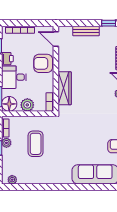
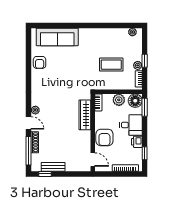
bench: (86, 31) -> (53, 167), moved
armchair: (43, 63) -> (104, 137), turned 90
coffee table: (36, 144) -> (111, 65), turned 90

